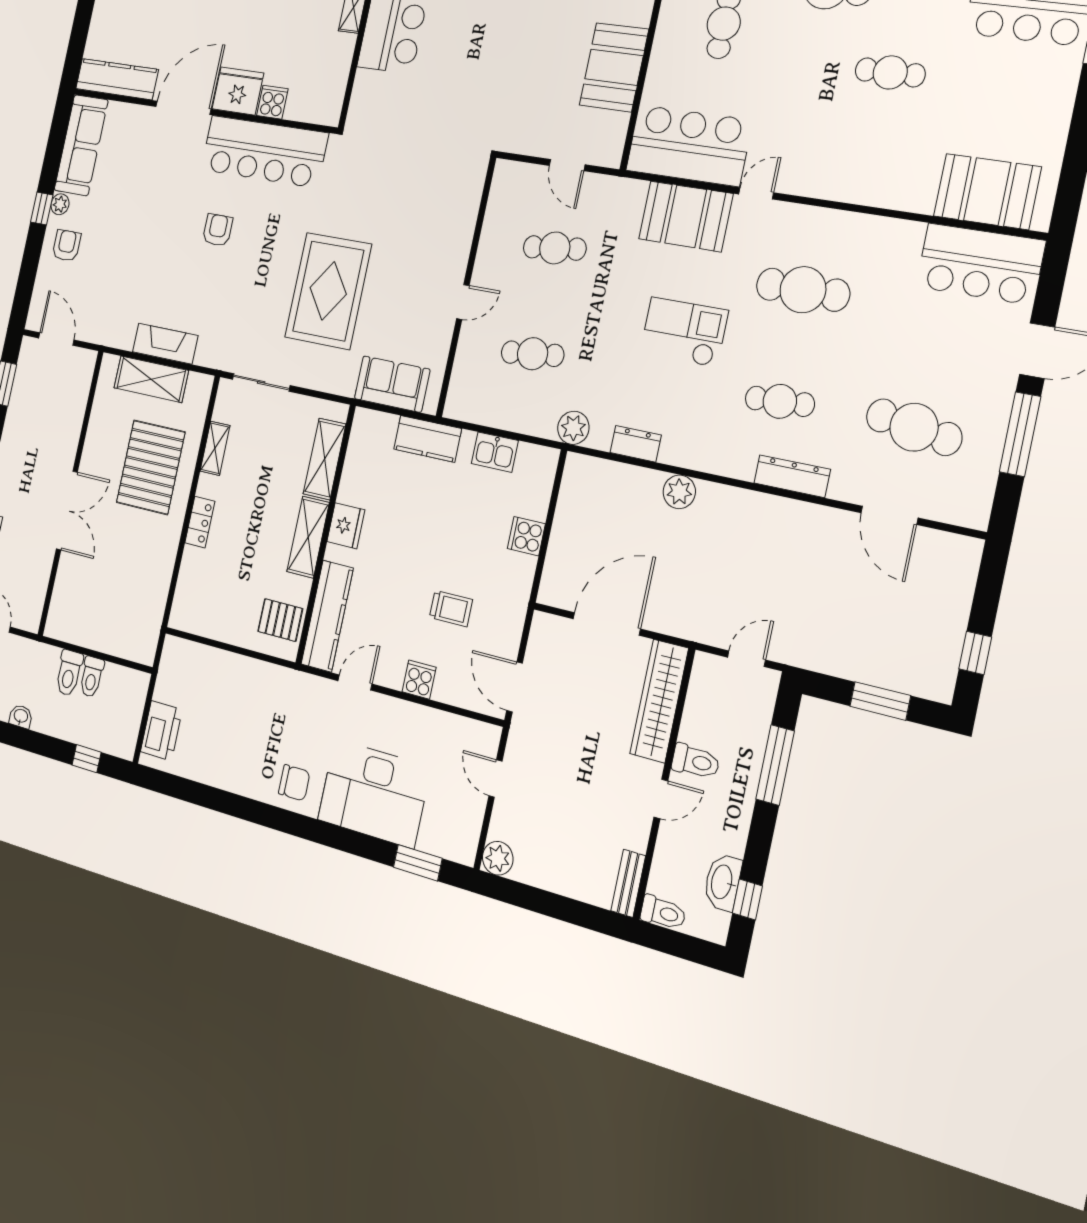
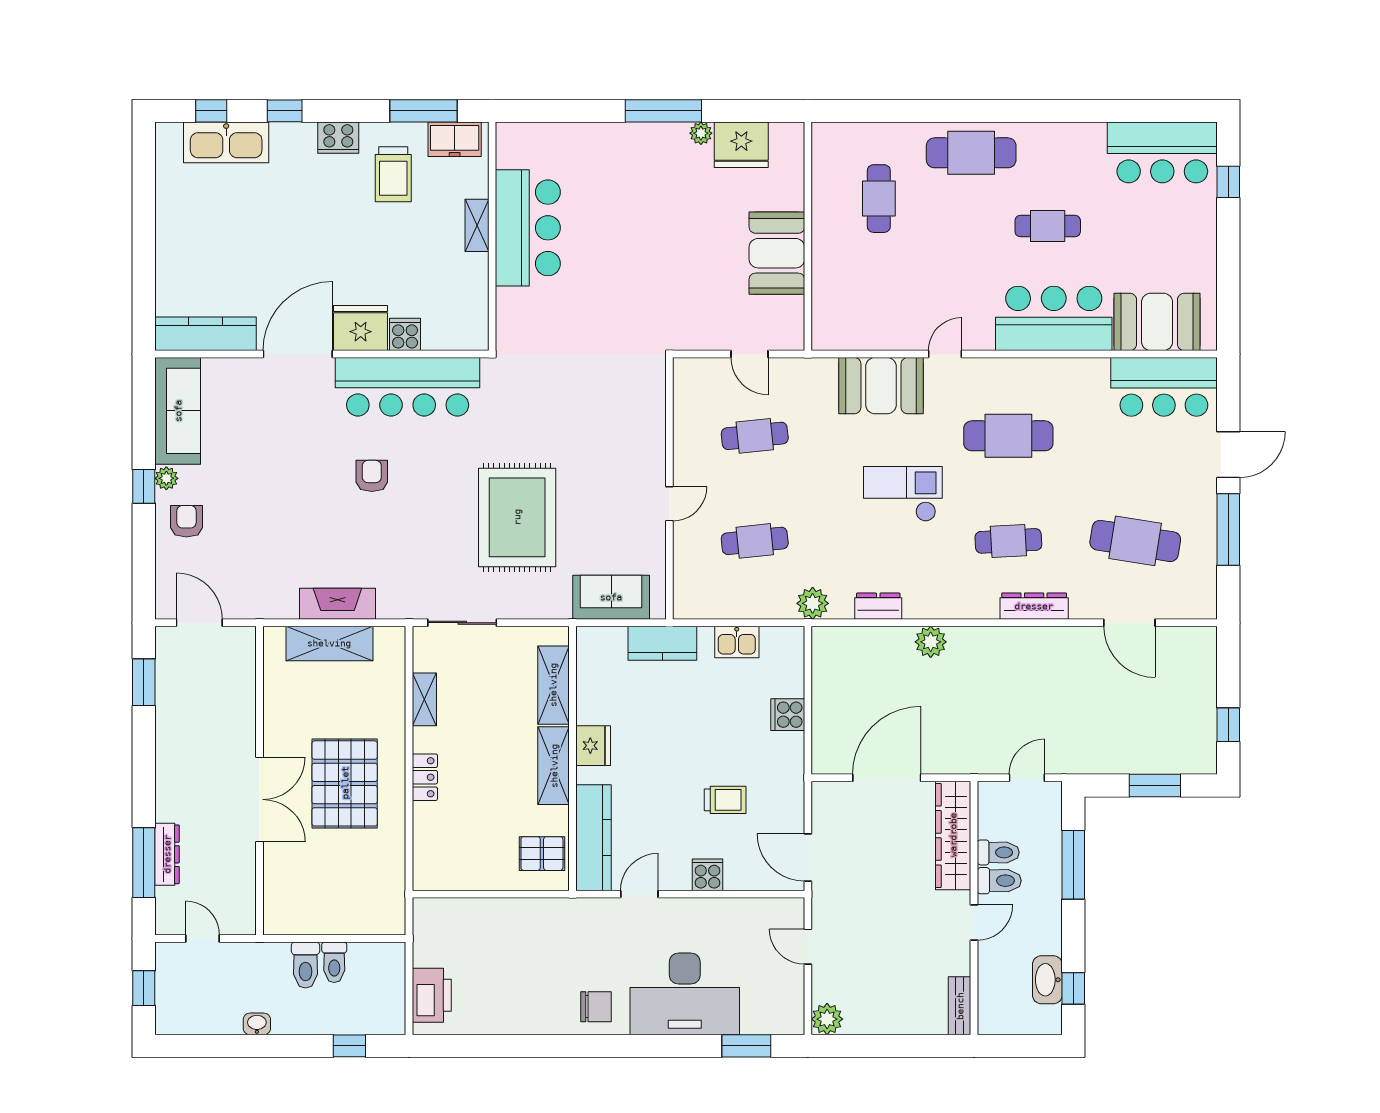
bar counter: (689, 145) -> (1054, 318), moved
pallet: (151, 467) -> (345, 783), moved
toilet: (663, 913) -> (998, 852), moved

